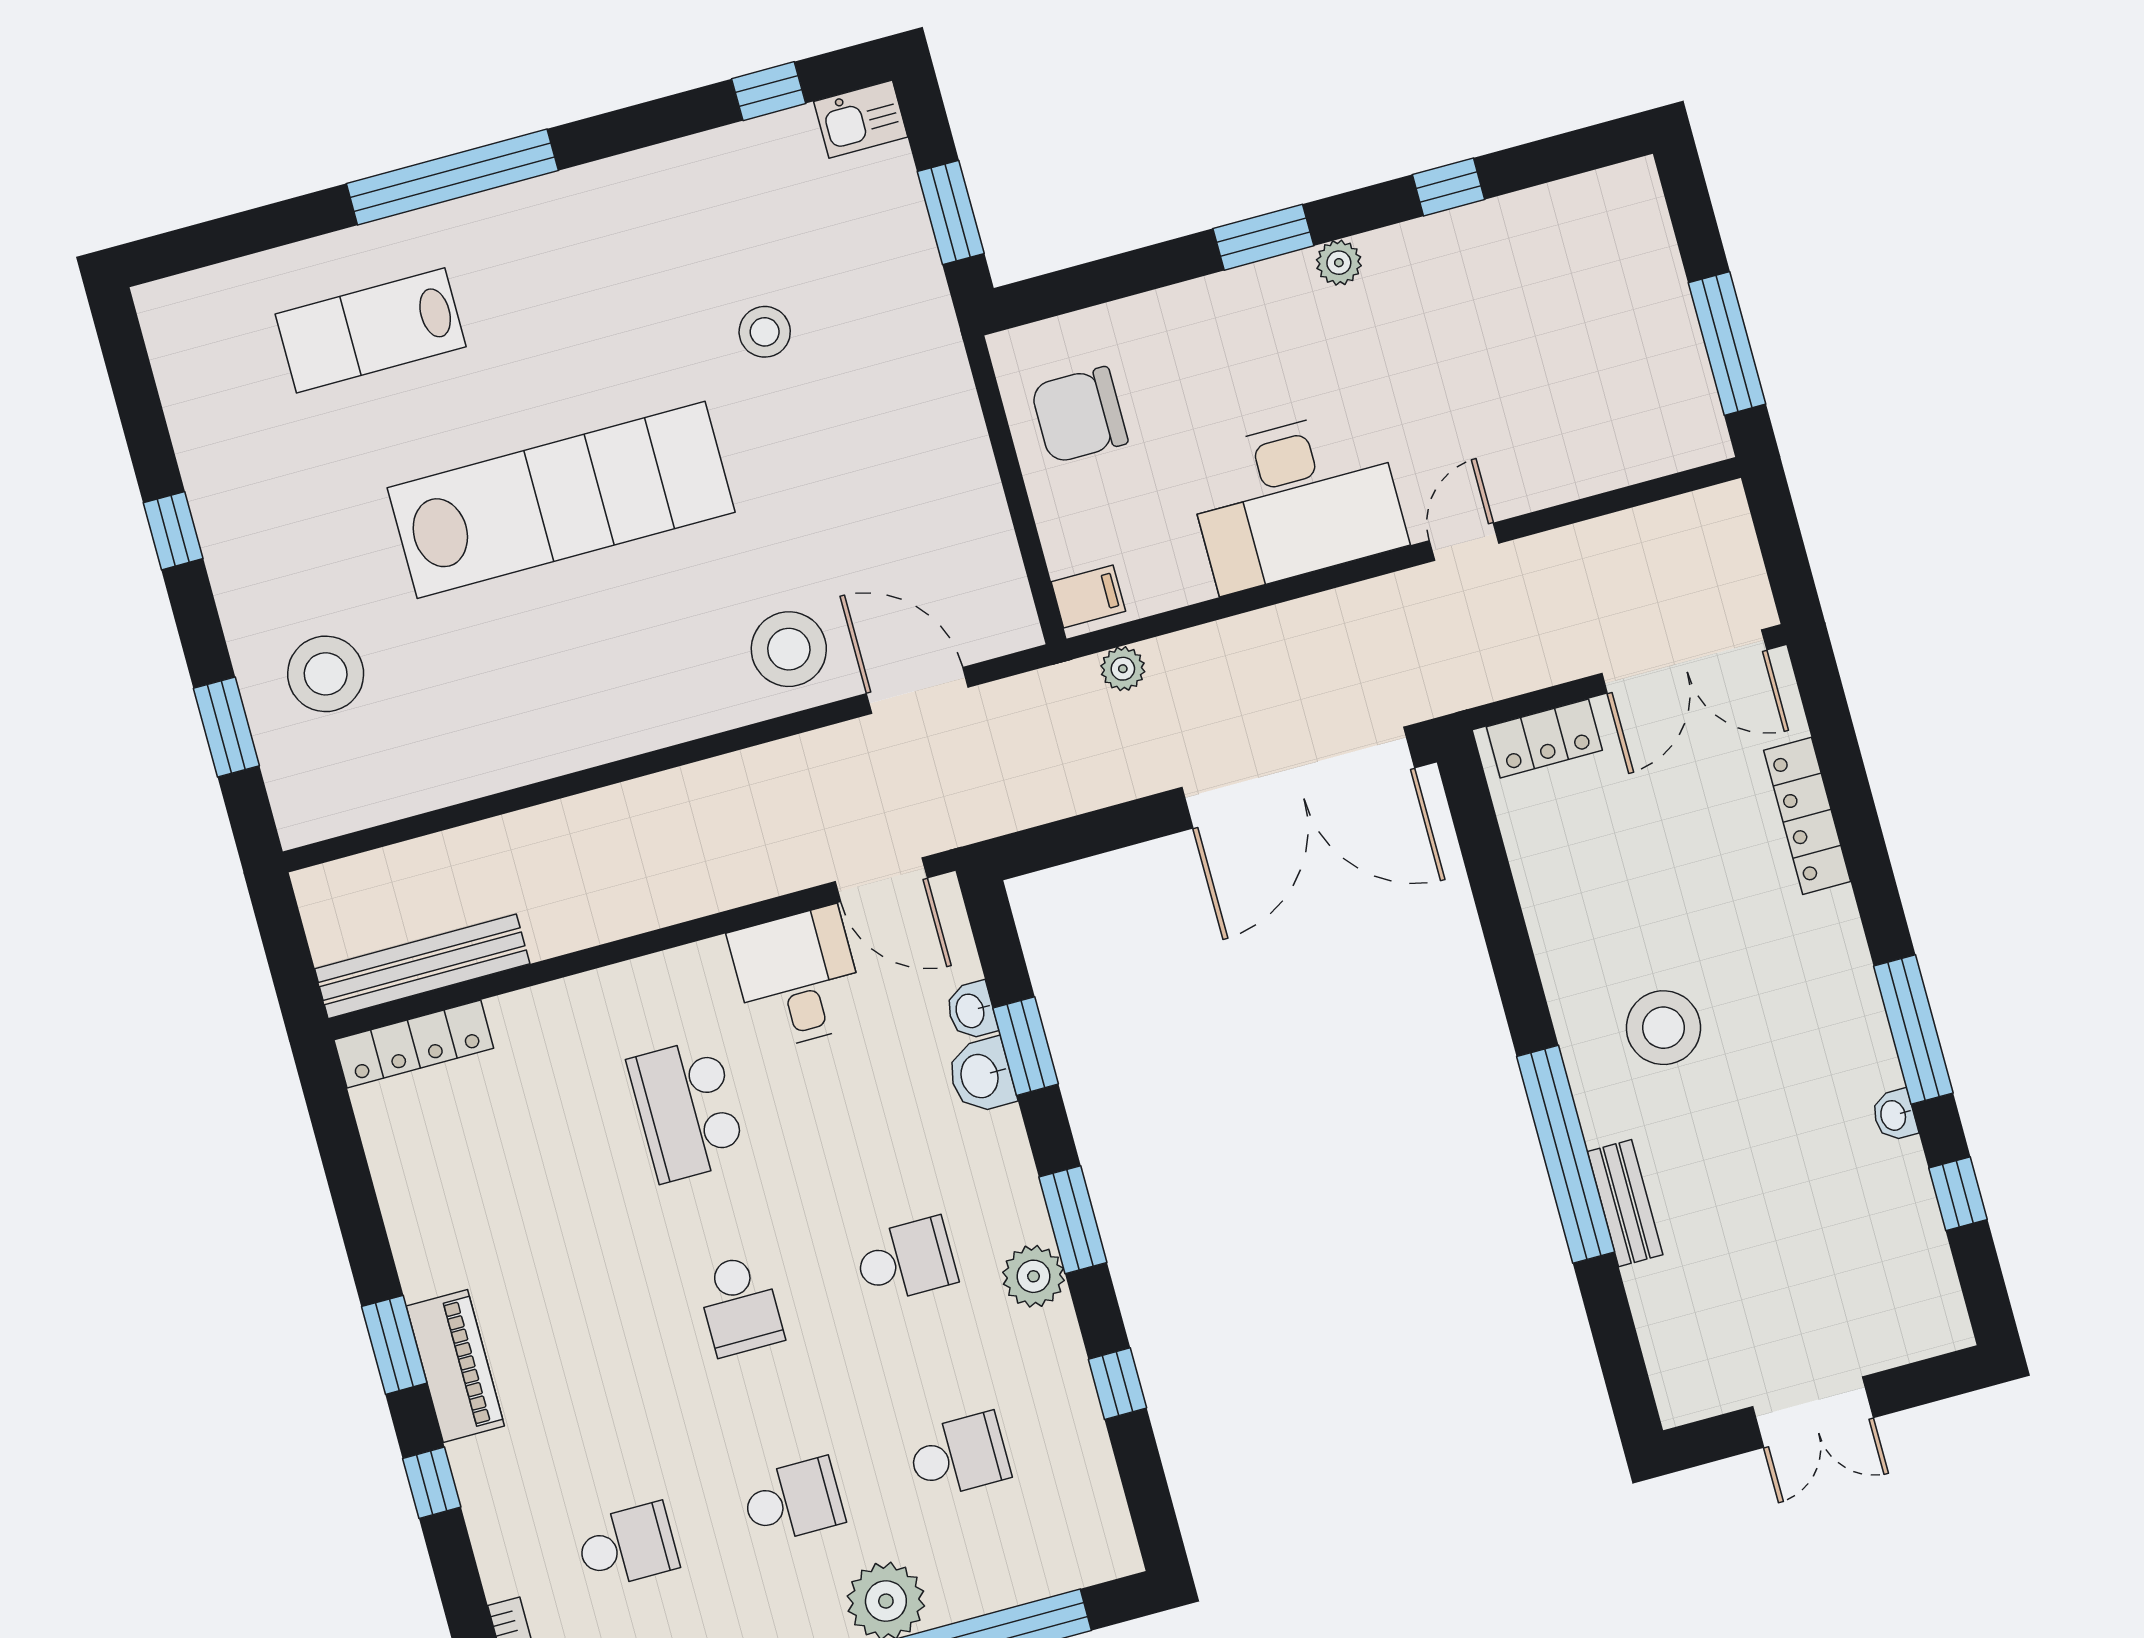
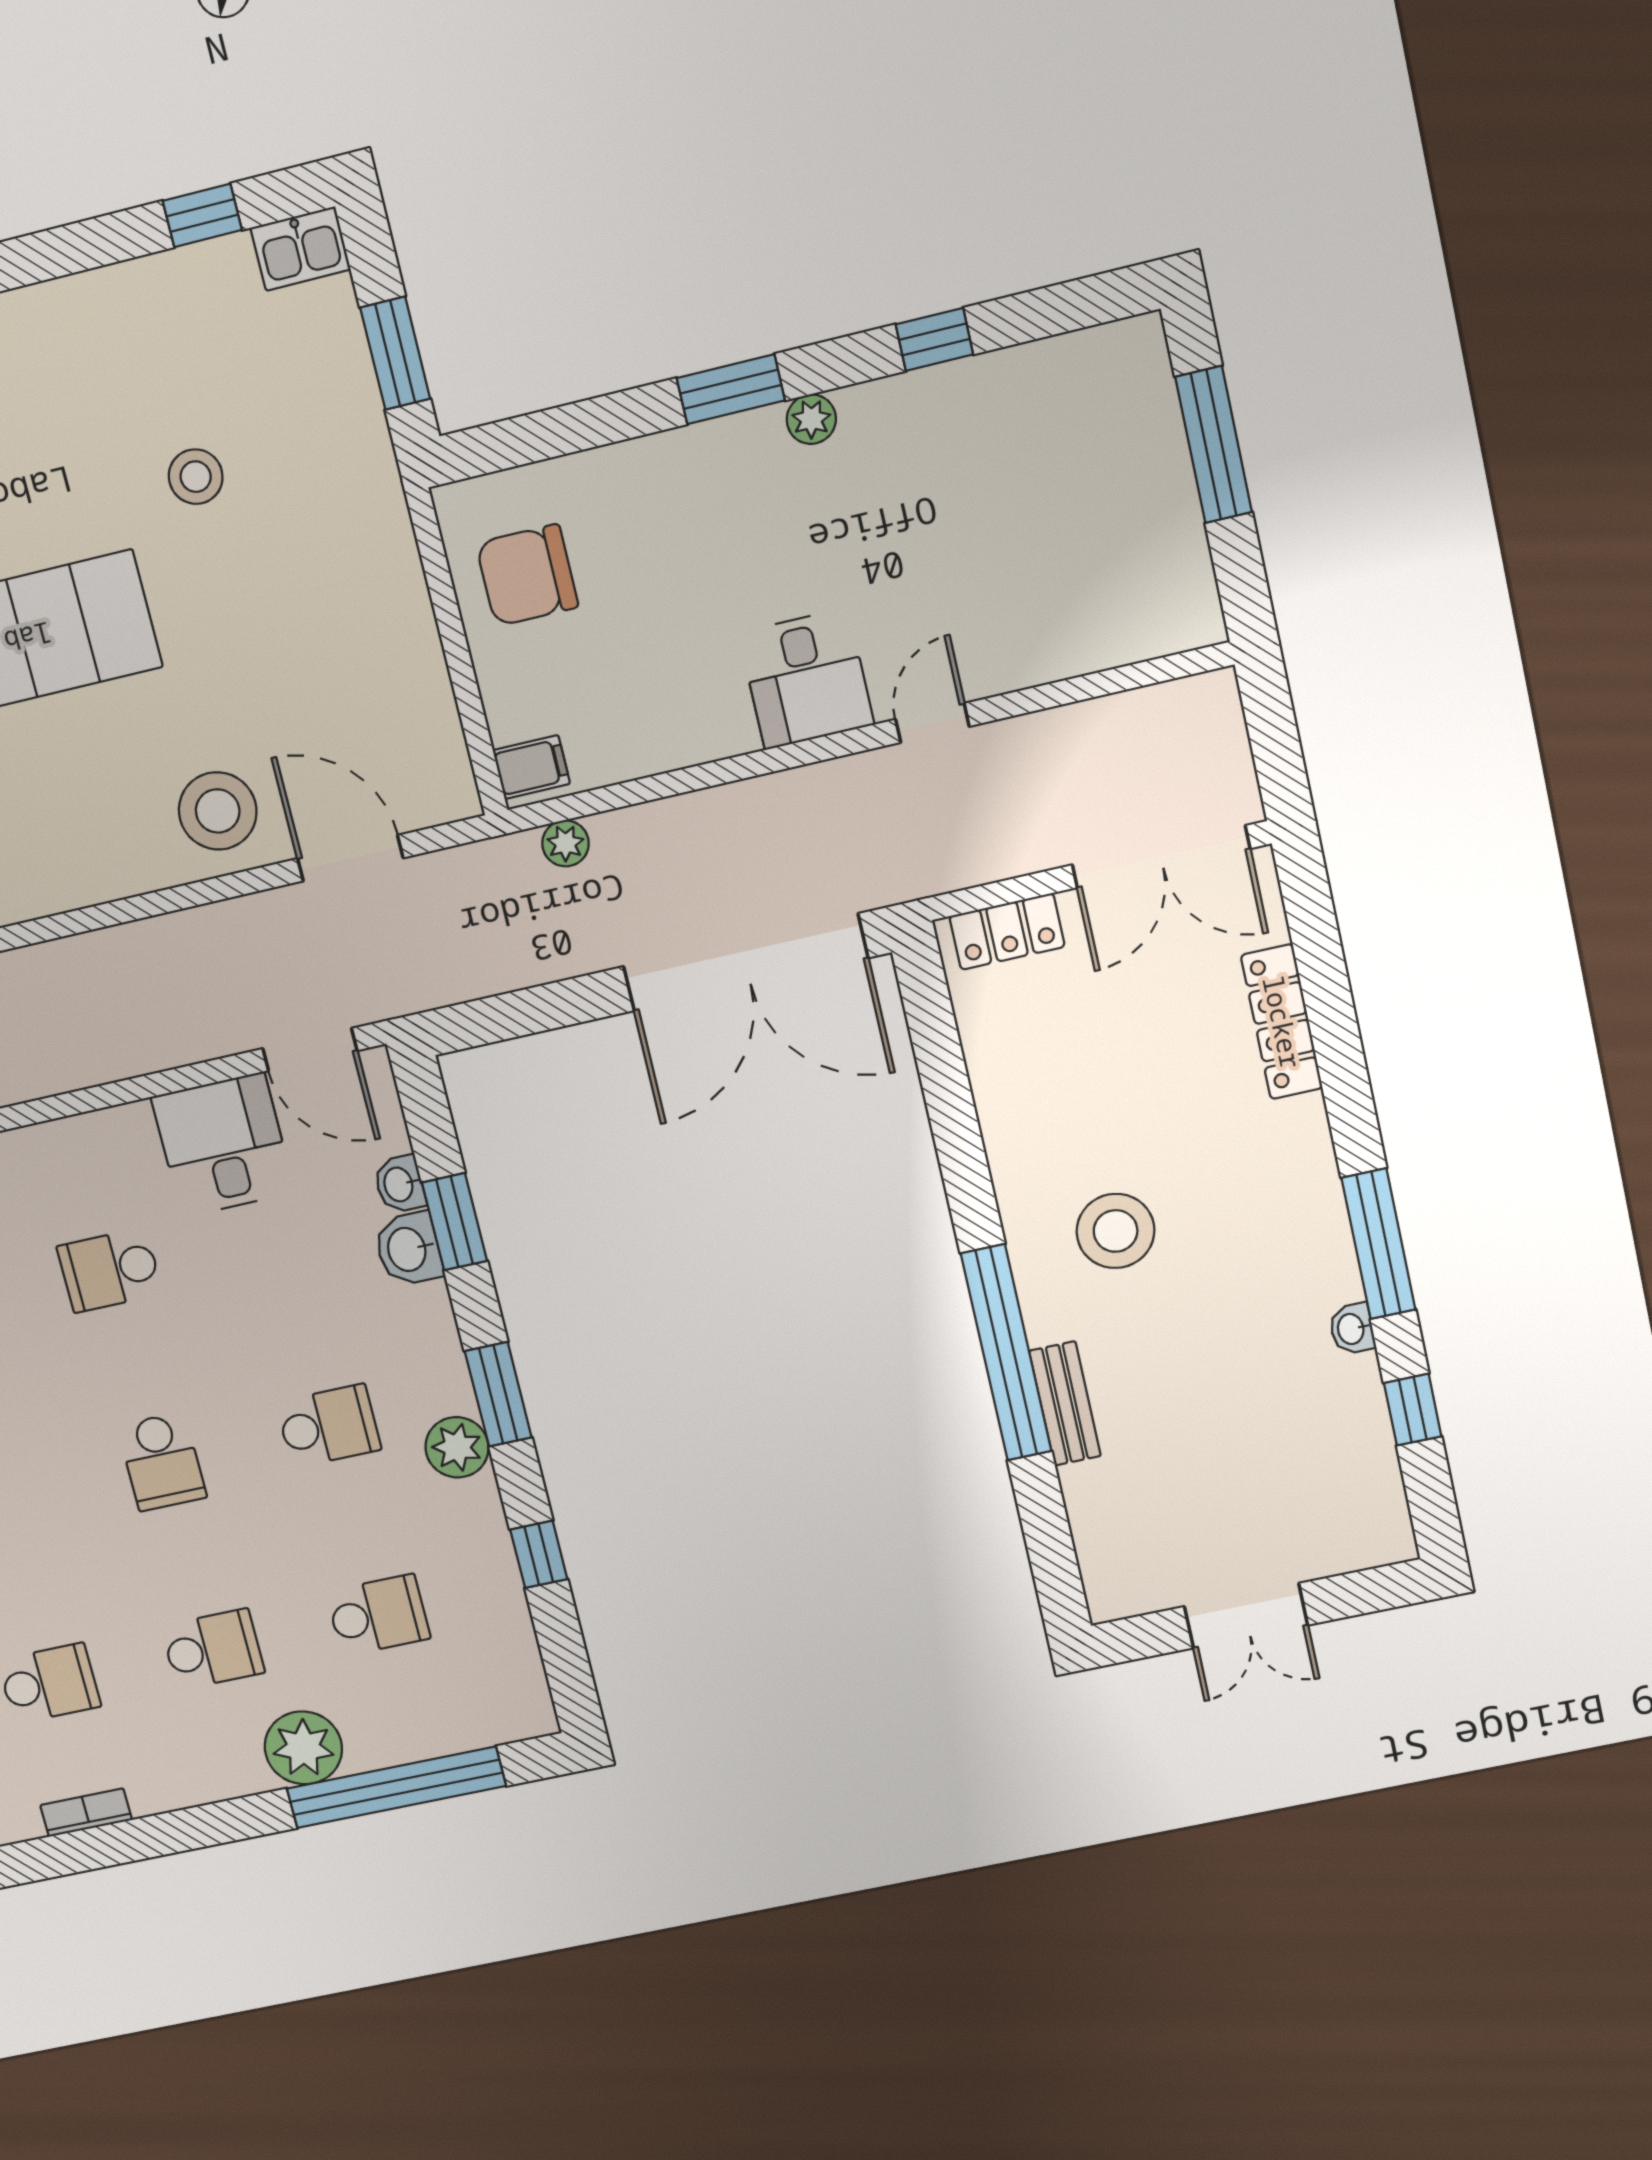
window: (1727, 343) -> (1214, 445), moved
desk: (1296, 500) -> (806, 679), width x0.53, depth x0.77
school desk: (687, 1110) -> (110, 1270), width x0.54

